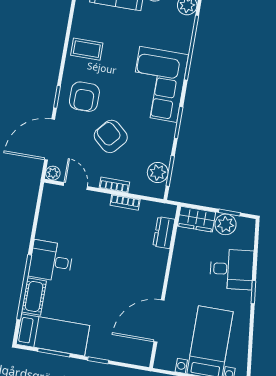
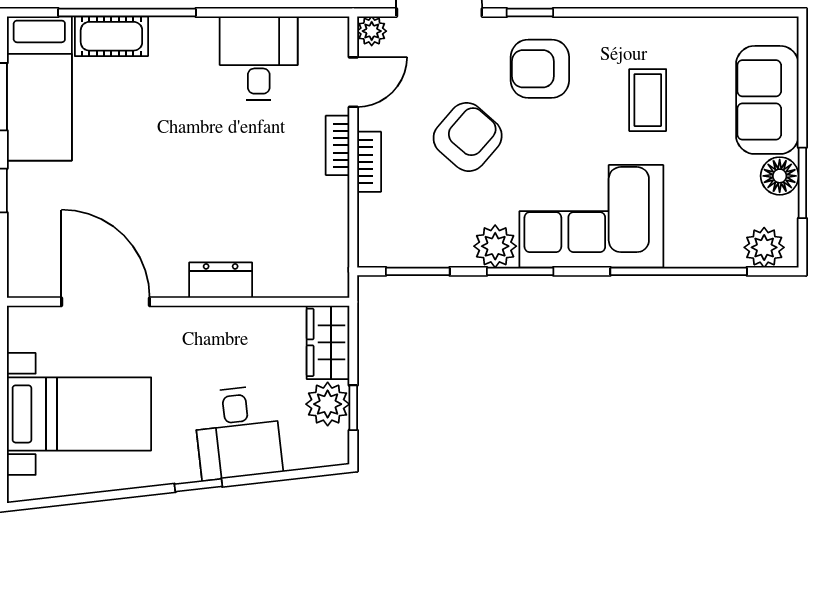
coffee table: (87, 49) -> (648, 100), moved
plant: (158, 172) -> (495, 246), moved
bookcase: (125, 202) -> (338, 145), moved
dresser: (164, 233) -> (221, 280), moved
desk: (51, 261) -> (259, 58), moved

